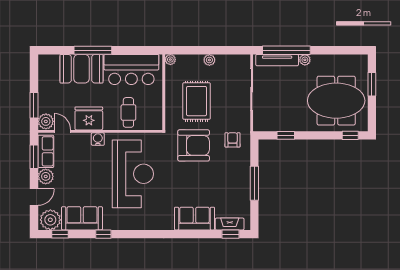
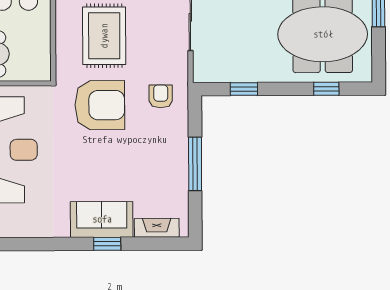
window: (350, 135) -> (326, 89), moved
window: (231, 234) -> (107, 244), moved

